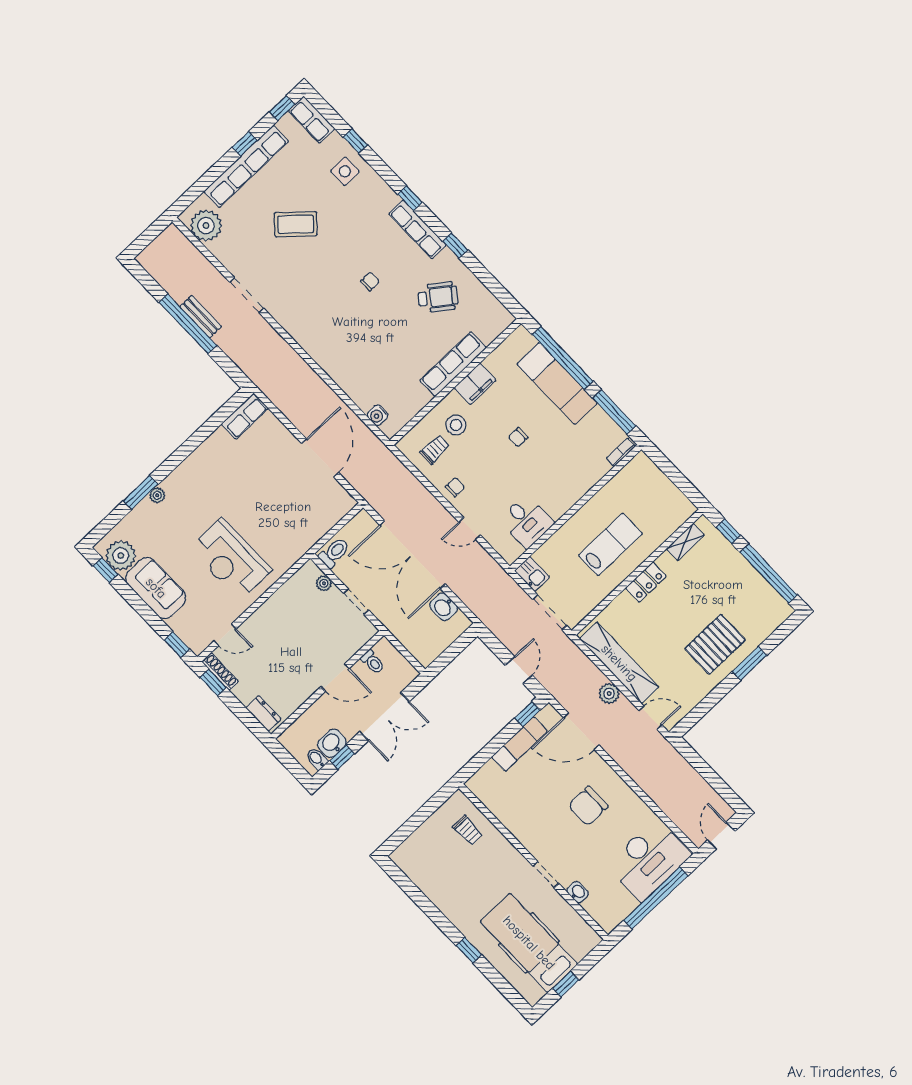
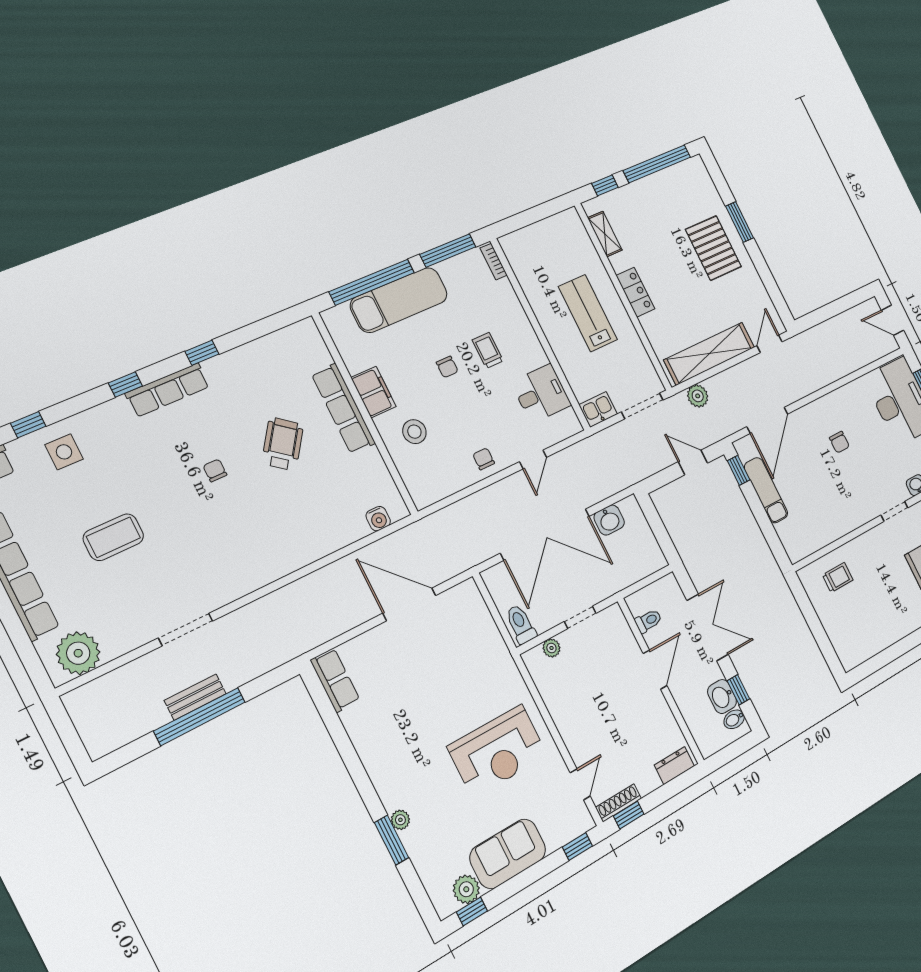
coffee table: (296, 224) -> (113, 537), turned 48
wheelchair: (438, 297) -> (283, 444), moved
trolley: (435, 449) -> (488, 350), moved
plant: (121, 556) -> (466, 889), width x0.73, depth x0.73
plant: (609, 694) -> (698, 396), moved
chair: (588, 806) -> (839, 442), width x0.54, depth x0.54

